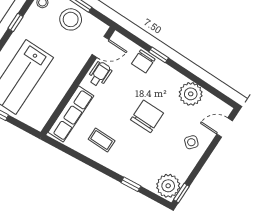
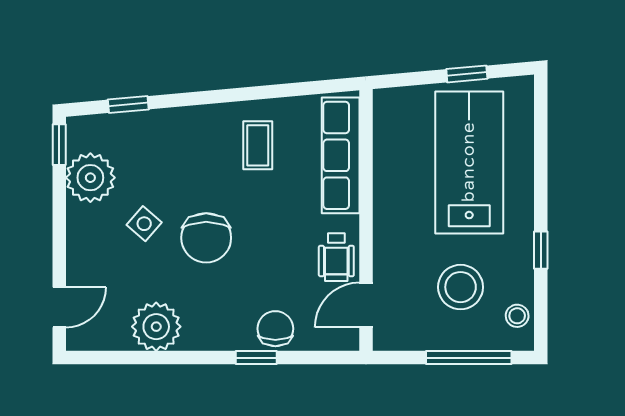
stool: (71, 19) -> (461, 287), moved
coffee table: (102, 140) -> (258, 145), turned 90
side table: (191, 142) -> (144, 224), moved
window: (131, 184) -> (128, 104), moved
plant: (168, 186) -> (90, 178), moved

